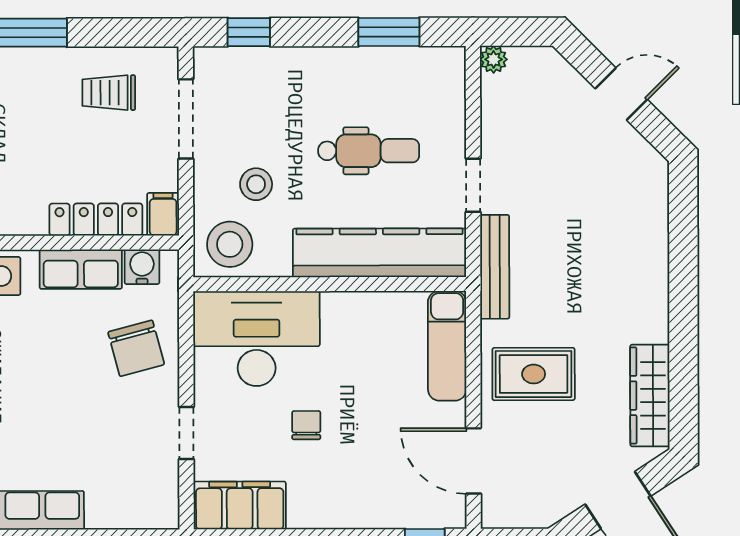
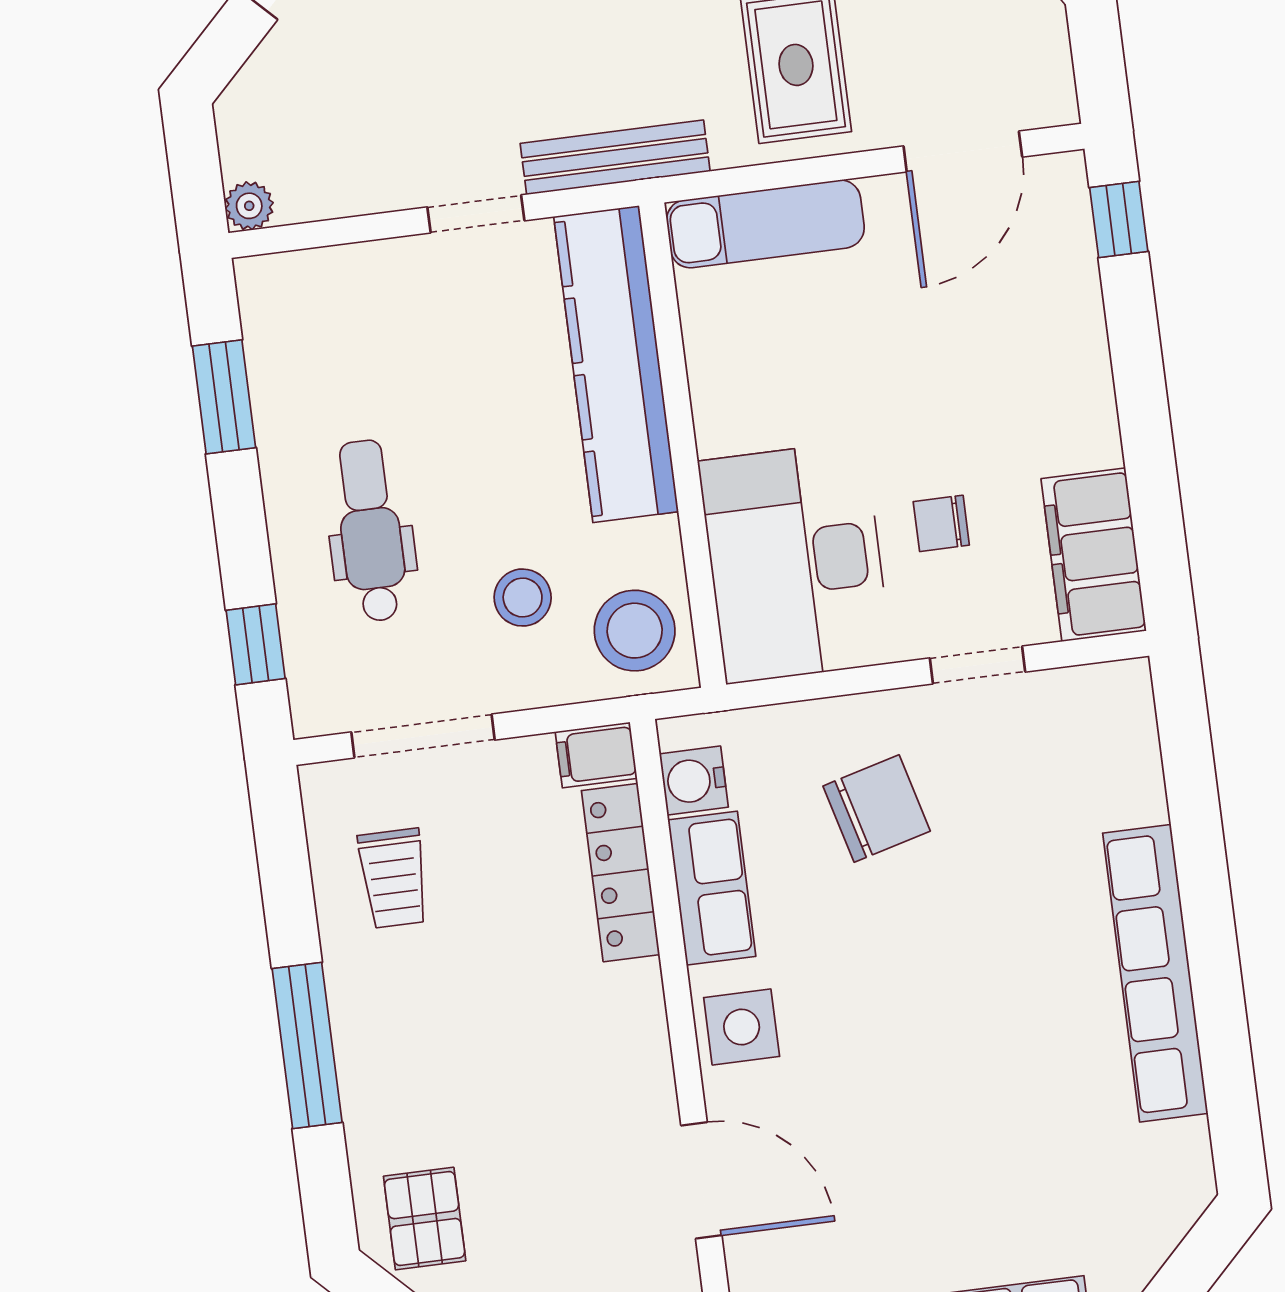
dental chair: (369, 151) -> (371, 531), moved
chair: (136, 348) -> (877, 809), moved
chair: (306, 425) -> (941, 523), moved

